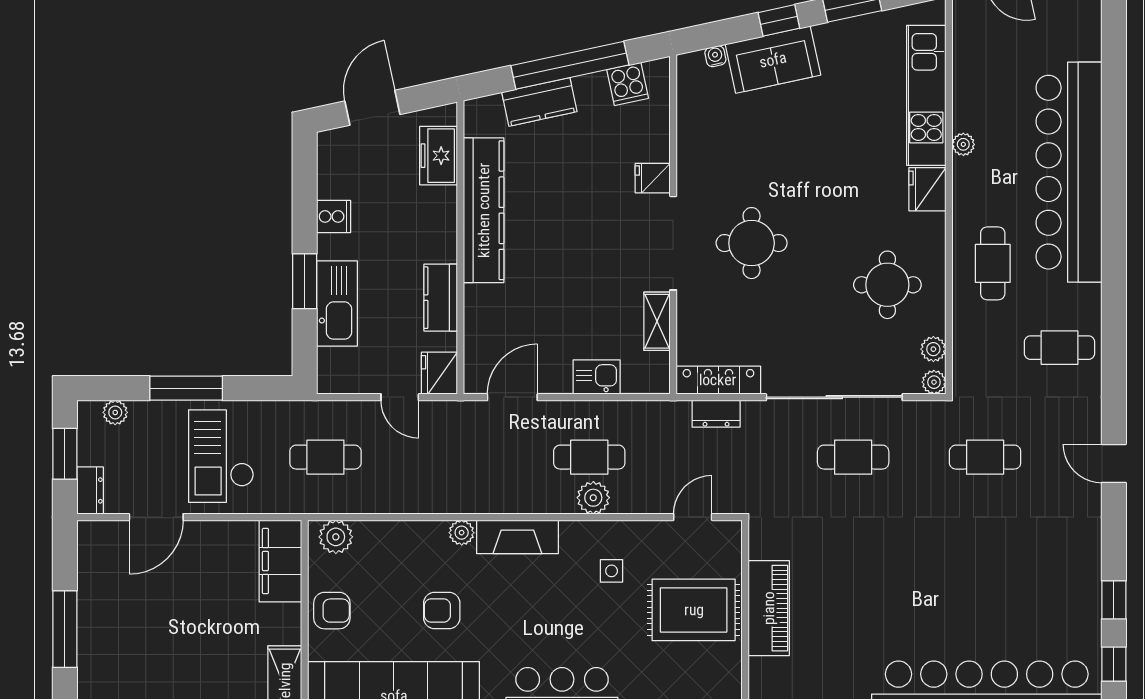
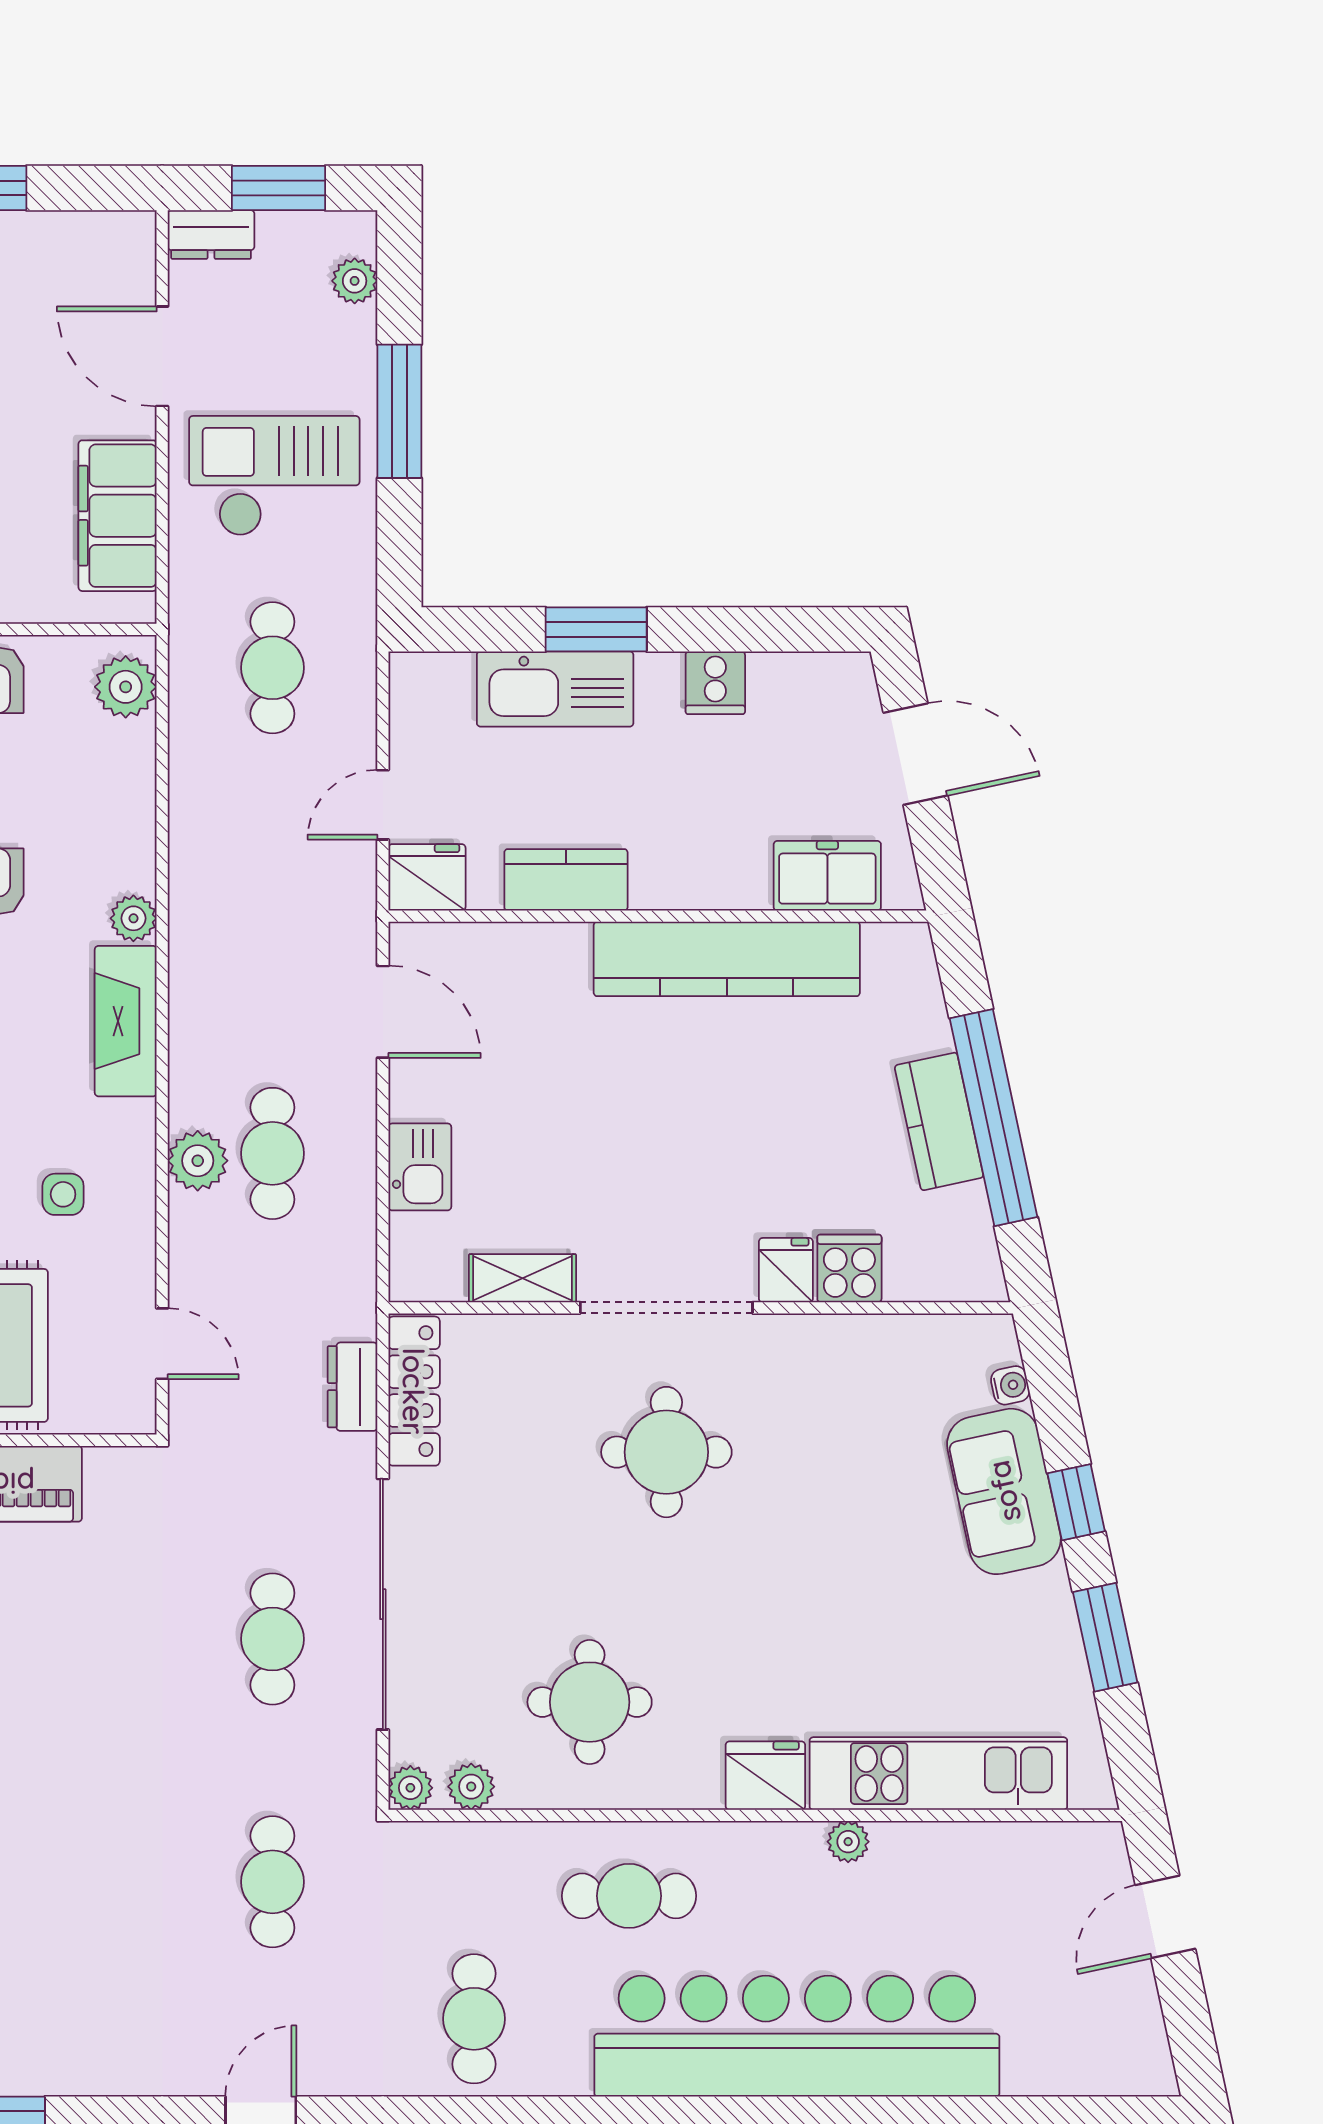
cooker: (628, 84) -> (849, 1268), moved, turned 102
kitchen counter: (539, 102) -> (939, 1121), moved
filing cabinet: (280, 561) -> (118, 516), moved, turned -90

